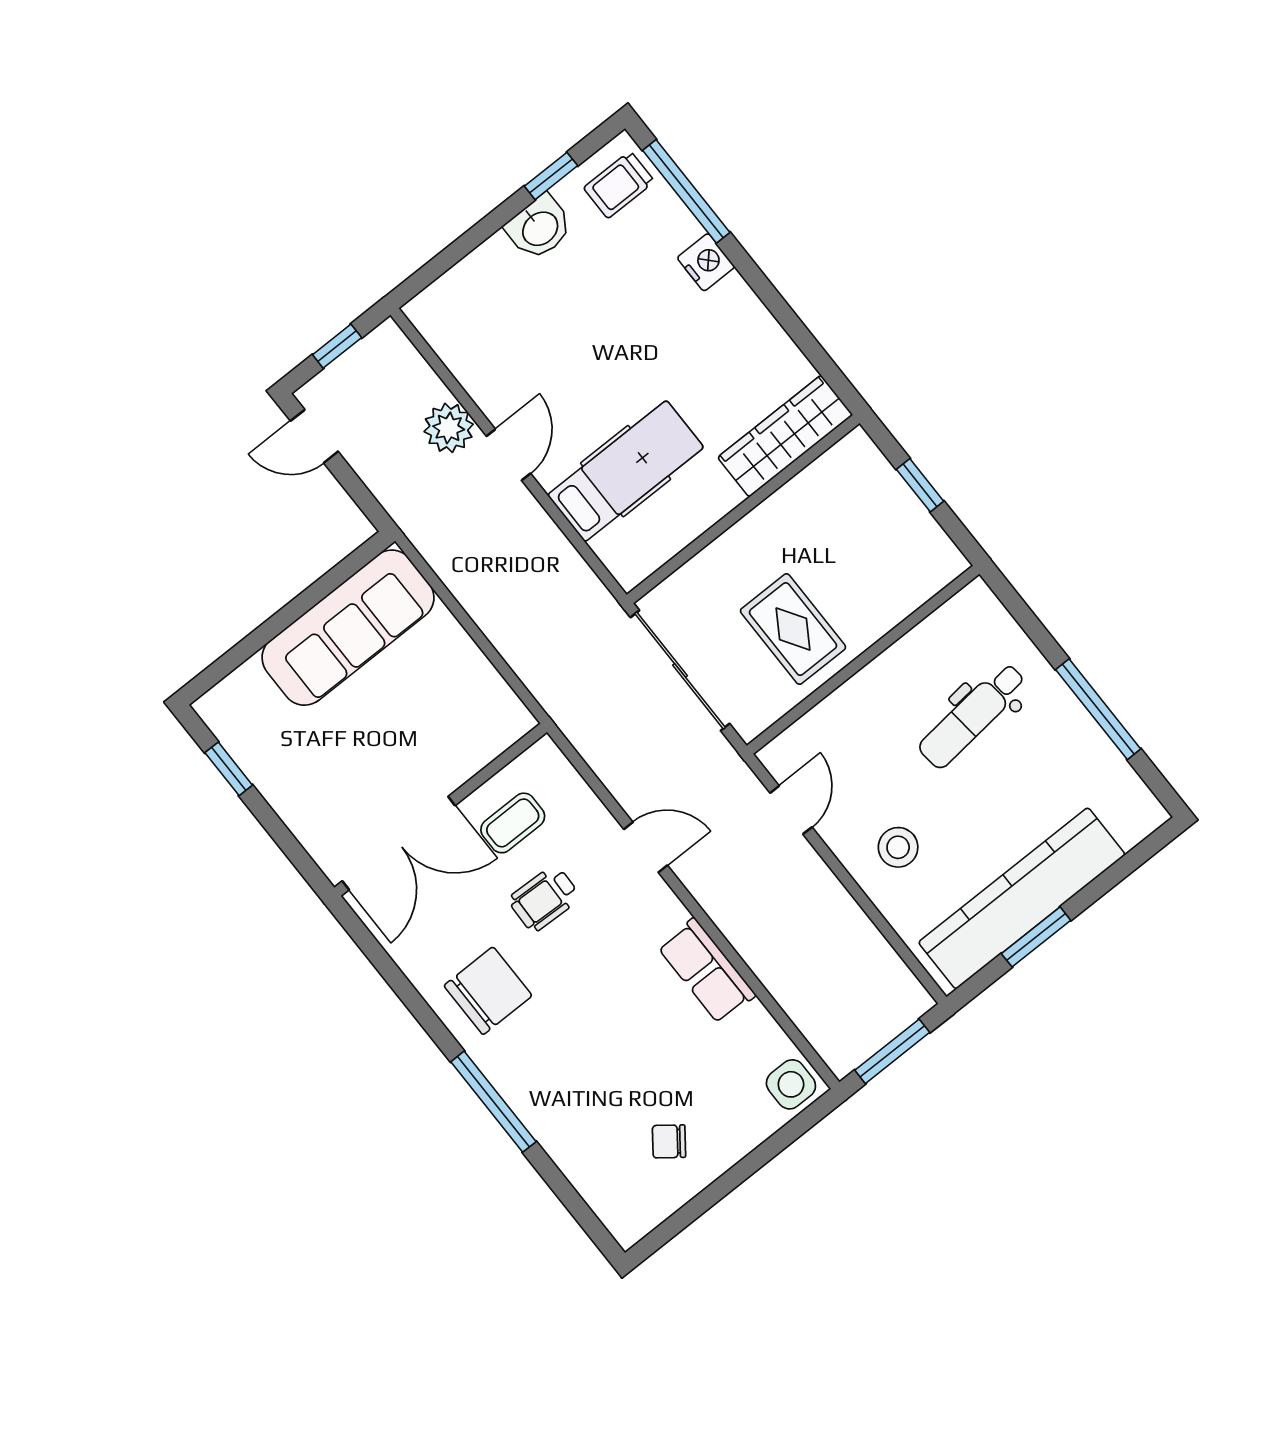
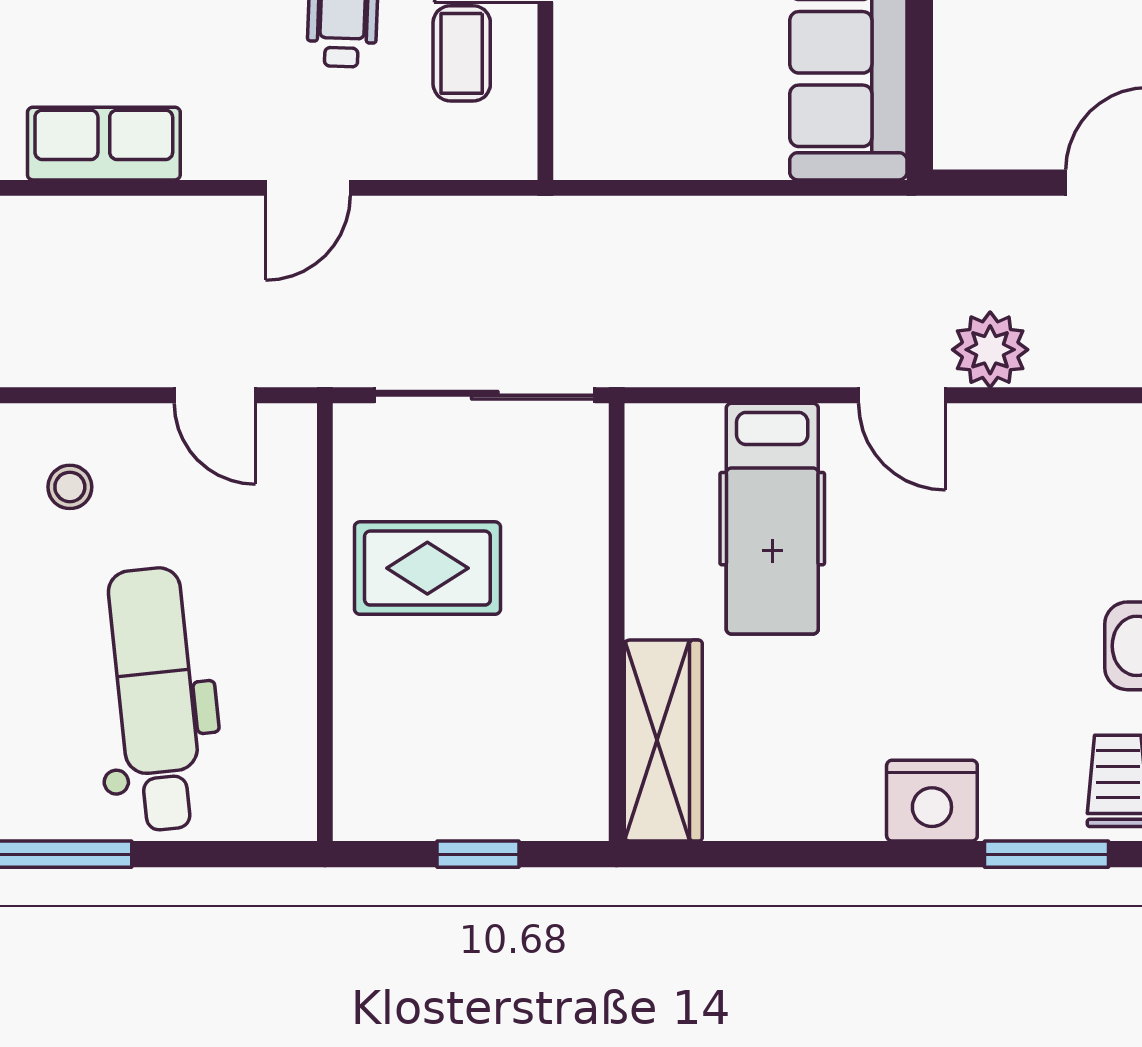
window: (686, 191) -> (1047, 854), width x0.69
nightstand: (706, 262) -> (932, 801), width x1.36, depth x1.33
dental chair: (972, 716) -> (156, 699), width x1.36, depth x1.38
stool: (898, 847) -> (70, 487), width x0.73, depth x0.73

